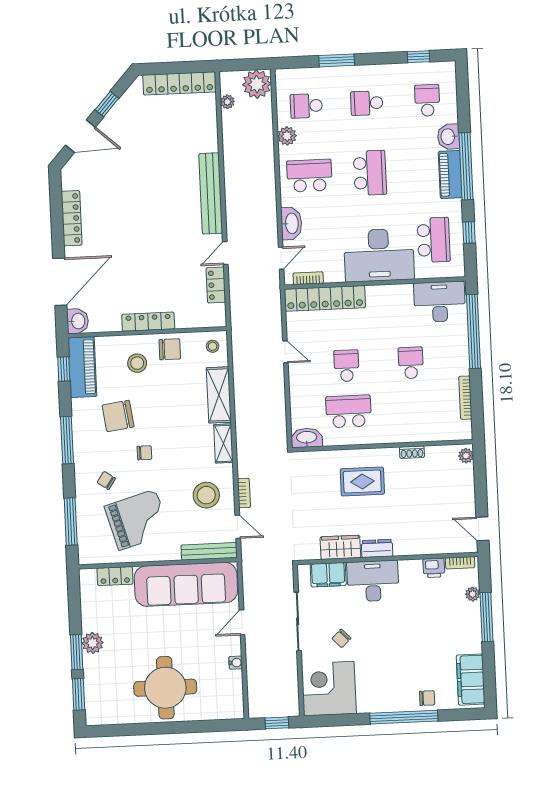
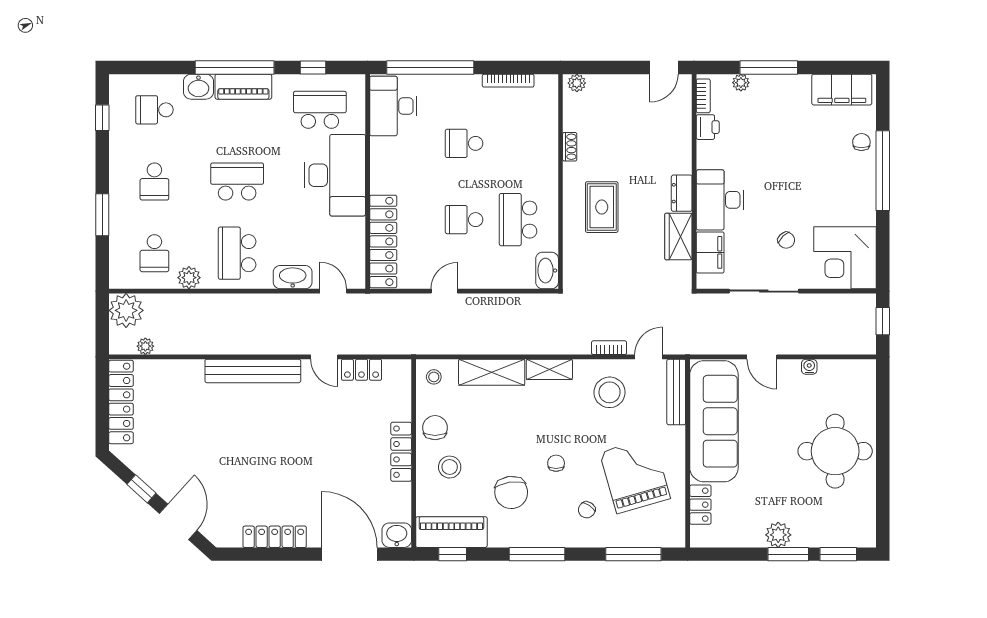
bookcase: (308, 278) -> (358, 260), removed

